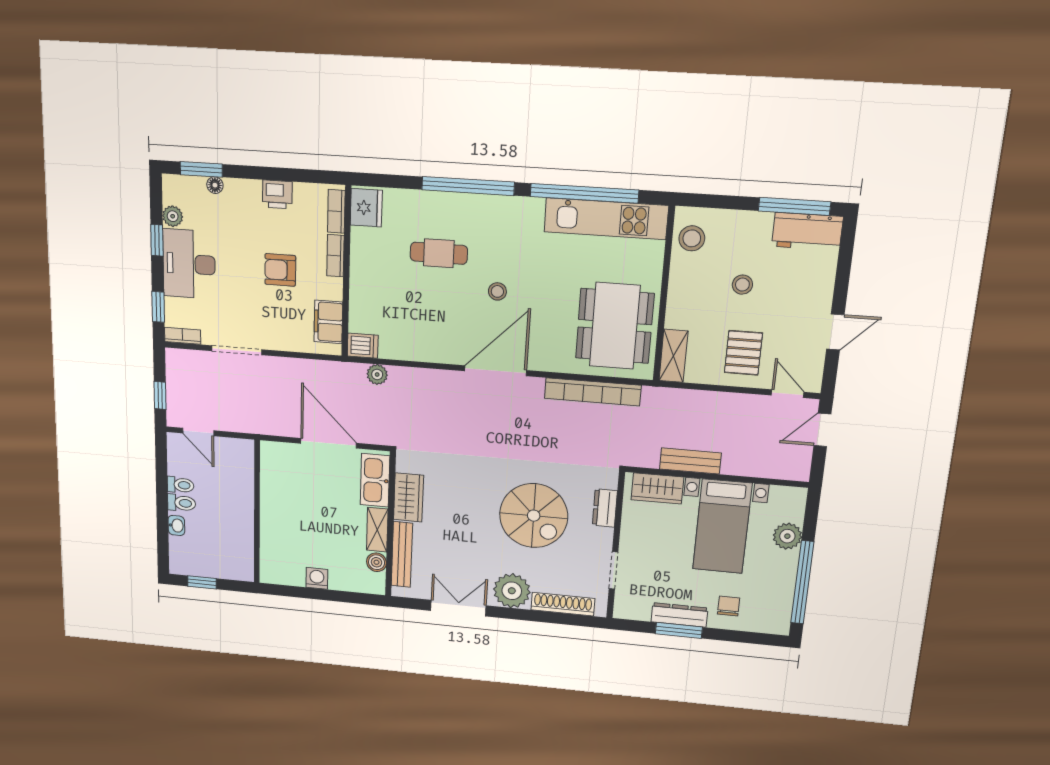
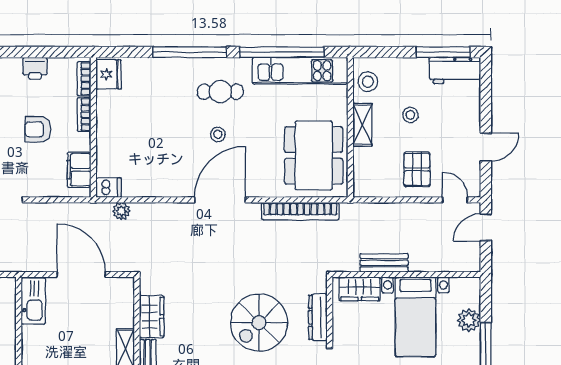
cafe table: (439, 253) -> (220, 92), moved
shelving: (673, 356) -> (362, 125), moved
kitchen sink: (375, 480) -> (33, 301), moved, turned 180
dresser: (605, 508) -> (318, 317), width x1.44
spiral stairs: (534, 516) -> (259, 323), turned 90

